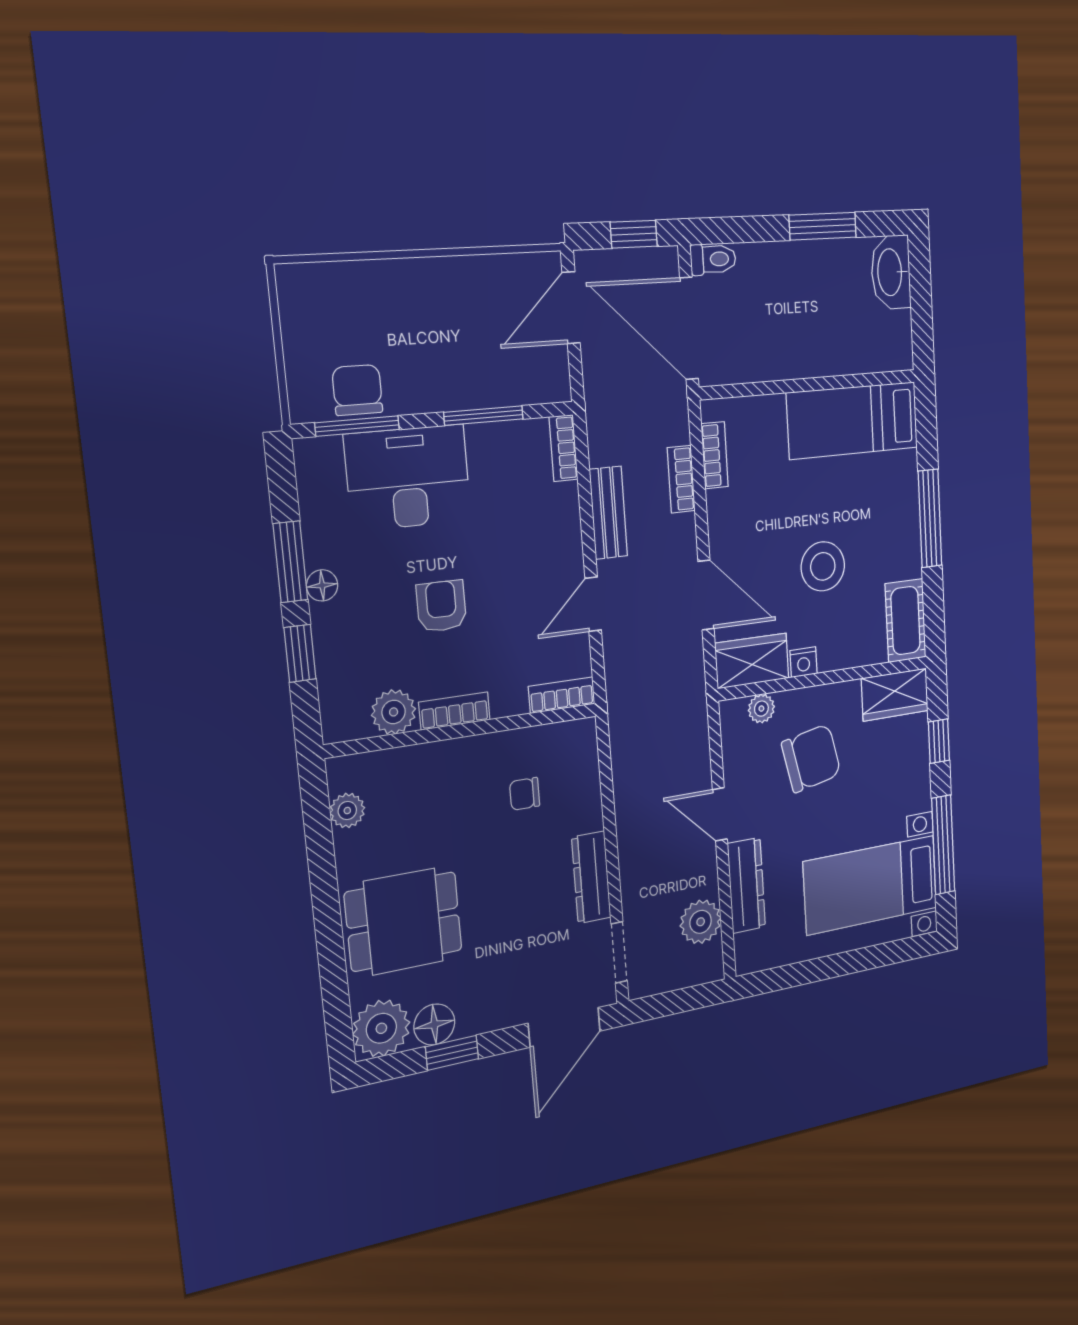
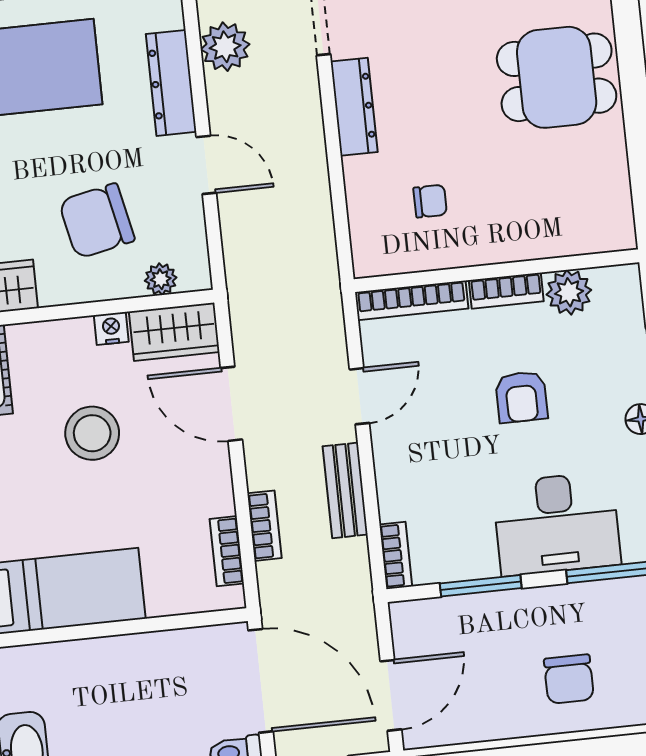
chair: (357, 390) -> (569, 679), moved
bookcase: (562, 695) -> (412, 300), width x1.56
plant: (347, 811) -> (615, 196), removed

